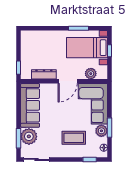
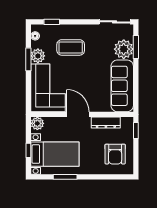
armchair: (36, 48) -> (115, 154), added
plant: (91, 74) -> (37, 123), moved
door: (68, 81) -> (78, 114), hinge flipped

